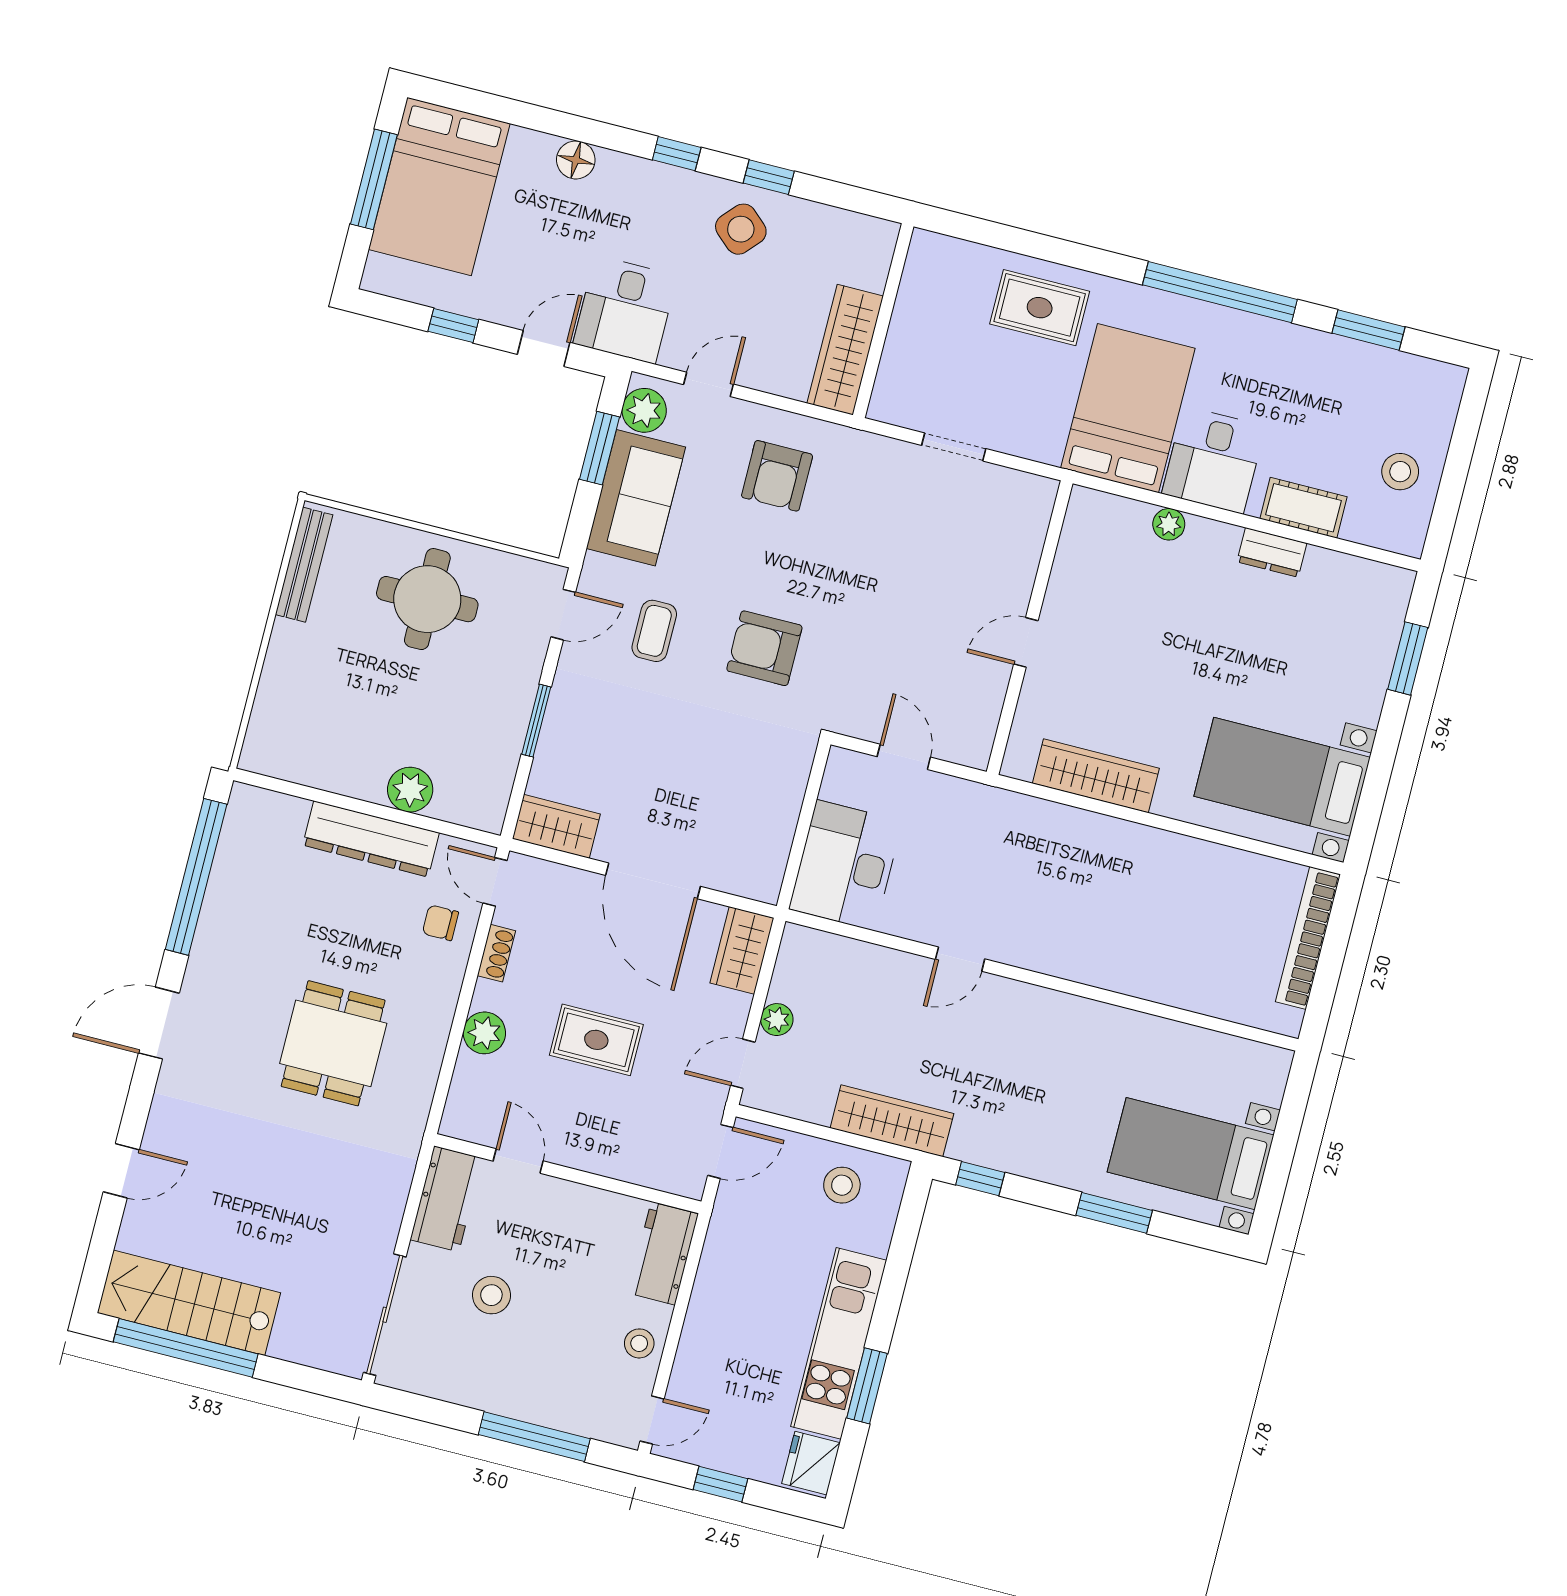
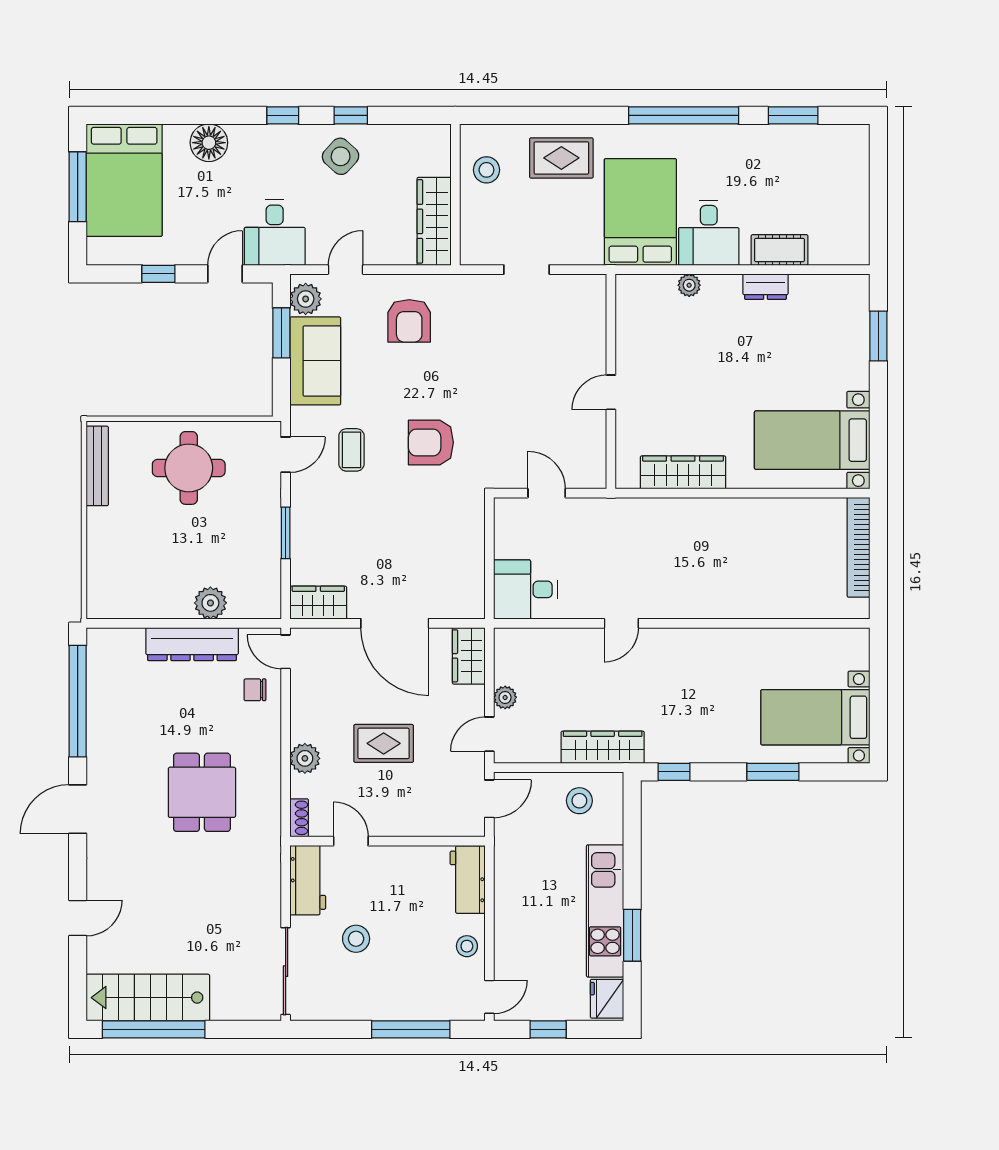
floor lamp: (576, 160) -> (209, 143), width x1.38, depth x1.38
stool: (1400, 472) -> (486, 170), moved
desk: (846, 865) -> (525, 589), width x0.73
shoe rack: (496, 953) -> (299, 818), moved

